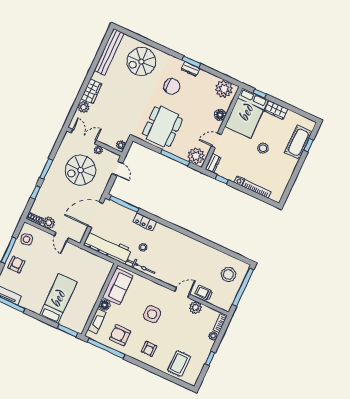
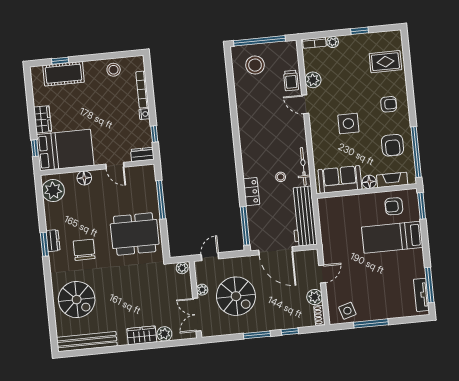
stool: (263, 148) -> (114, 70), moved
plant: (196, 156) -> (145, 178), removed
armchair: (16, 265) -> (394, 206), moved

